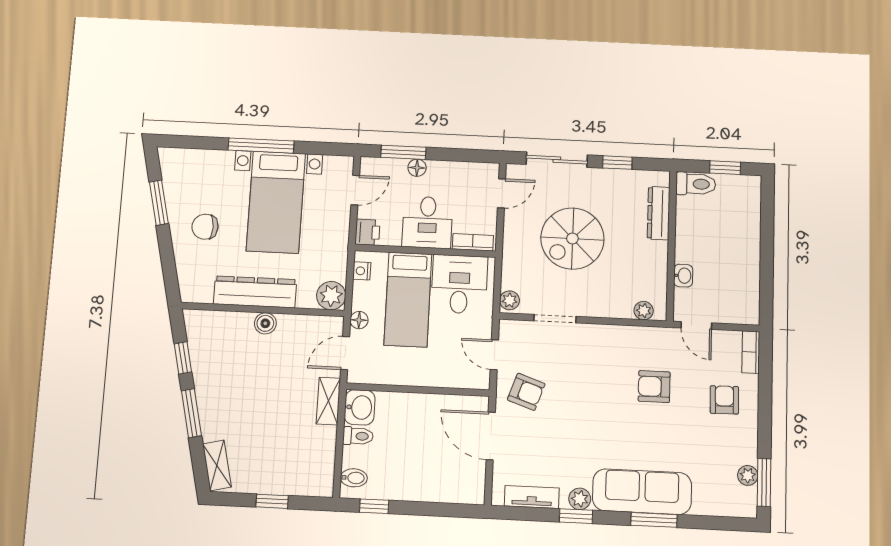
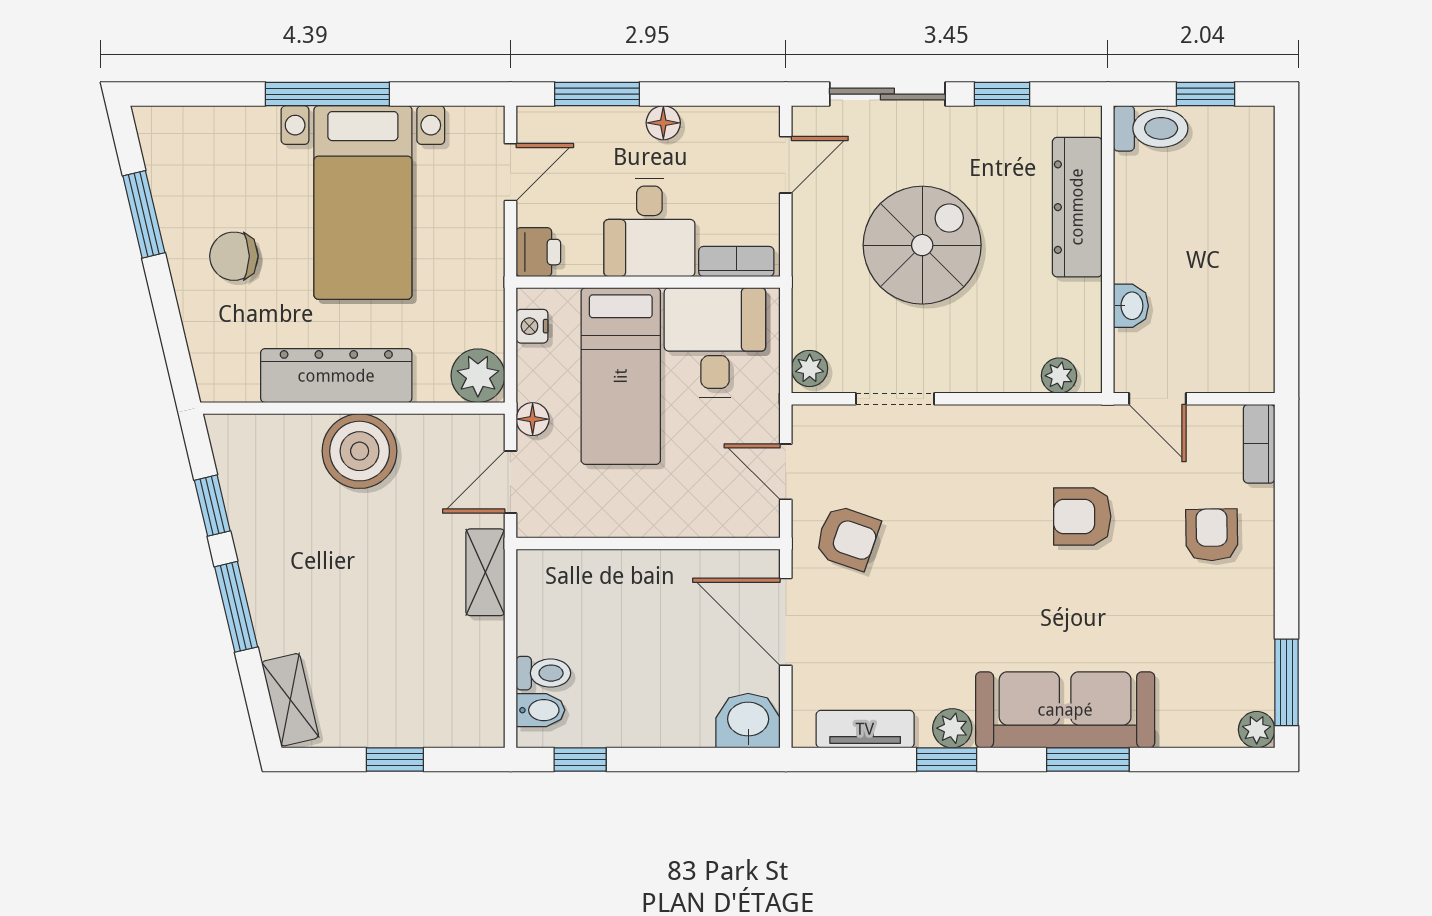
floor lamp: (417, 168) -> (663, 123), moved
dresser: (659, 213) -> (1077, 207), width x1.37, depth x1.24
spiral stairs: (572, 239) -> (922, 245), turned 180
boiler: (265, 323) -> (360, 451), width x1.86, depth x1.86
washbasin: (360, 407) -> (748, 721), moved, turned -90
toilet: (358, 436) -> (543, 673), moved
plant: (748, 475) -> (1257, 730), moved

